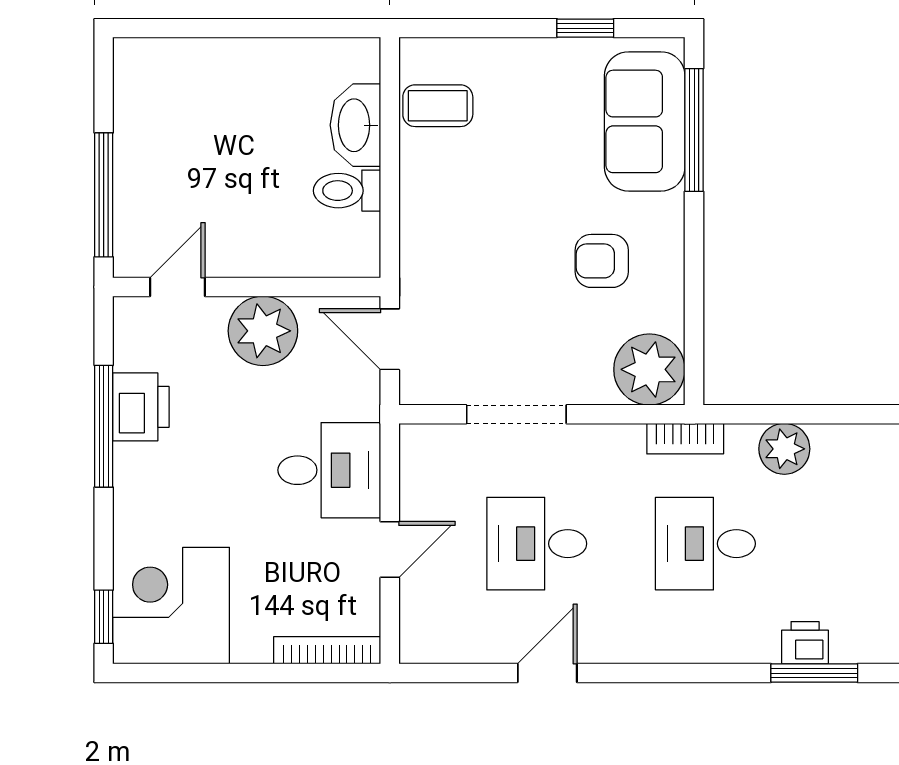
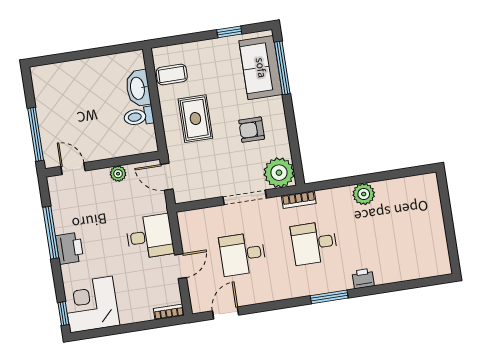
rug: (477, 215) -> (195, 119), added
door: (177, 287) -> (73, 169), hinge flipped
plant: (263, 331) -> (118, 174), width x0.53, depth x0.53
printer: (141, 407) -> (69, 248), moved
doorway: (516, 414) -> (245, 197), moved
plant: (784, 449) -> (364, 194), moved
bookcase: (327, 650) -> (169, 312), width x0.64
door: (547, 673) -> (226, 313), moved
window: (814, 673) -> (329, 297), moved

